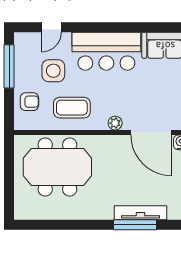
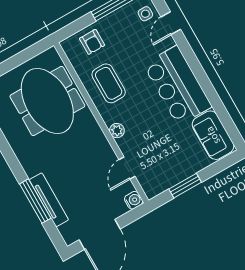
door: (51, 27) -> (171, 23), hinge flipped
side table: (53, 71) -> (145, 14), moved, width x0.54, depth x0.54
door: (151, 132) -> (127, 168), width x0.53

